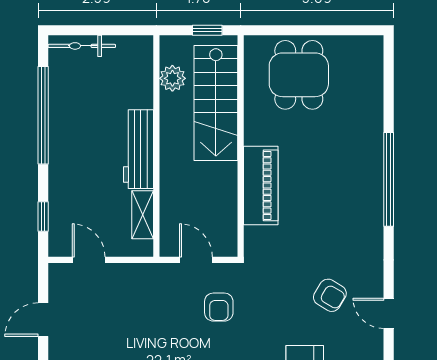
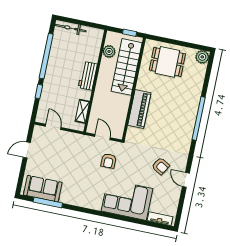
plant: (369, 49) -> (202, 57), added
dining table: (299, 75) -> (167, 62), turned 90
workbench: (139, 149) -> (88, 76), width x0.73
window: (43, 217) -> (39, 91), moved

